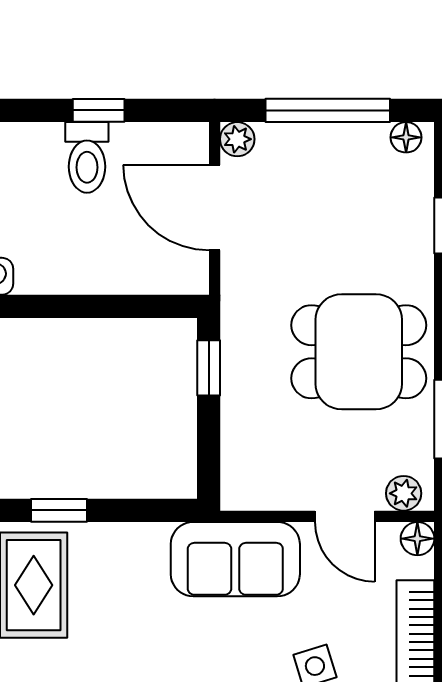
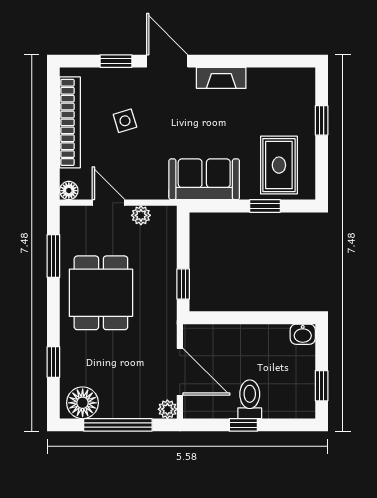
floor lamp: (406, 137) -> (83, 403), width x1.89, depth x1.89
dining table: (359, 352) -> (101, 293), turned 90
plant: (404, 493) -> (141, 215), moved
sofa: (235, 559) -> (204, 179), moved

